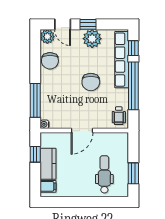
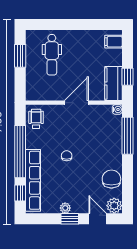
plant: (92, 39) -> (65, 208), width x0.53, depth x0.53
chair: (91, 82) -> (67, 156), width x0.54, depth x0.54
kitchen counter: (48, 164) -> (113, 83), moved

